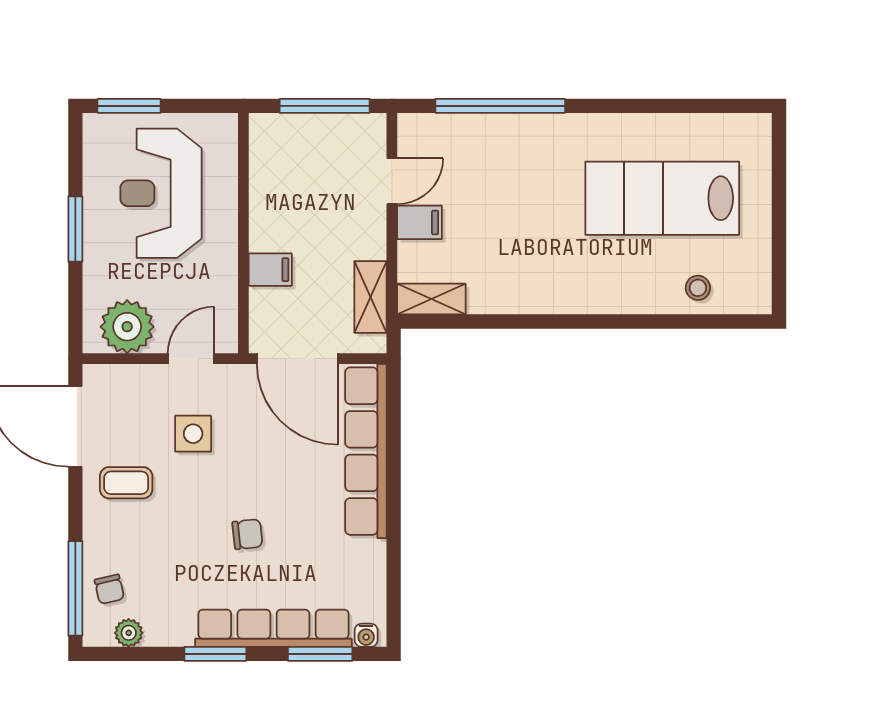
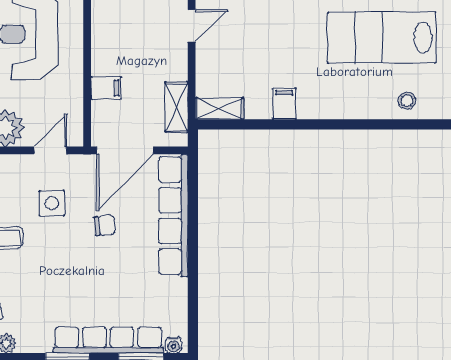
filing cabinet: (419, 222) -> (284, 104), moved, turned -90
door: (297, 359) -> (125, 150), hinge flipped
chair: (247, 534) -> (105, 225), moved

